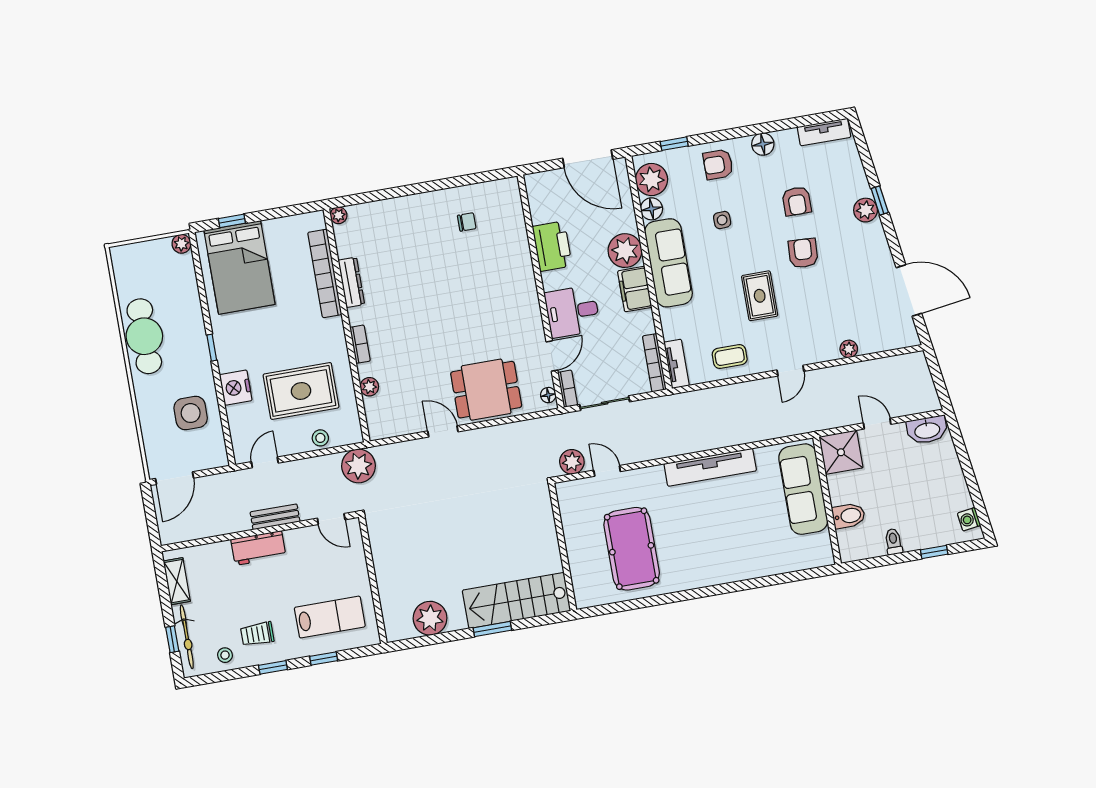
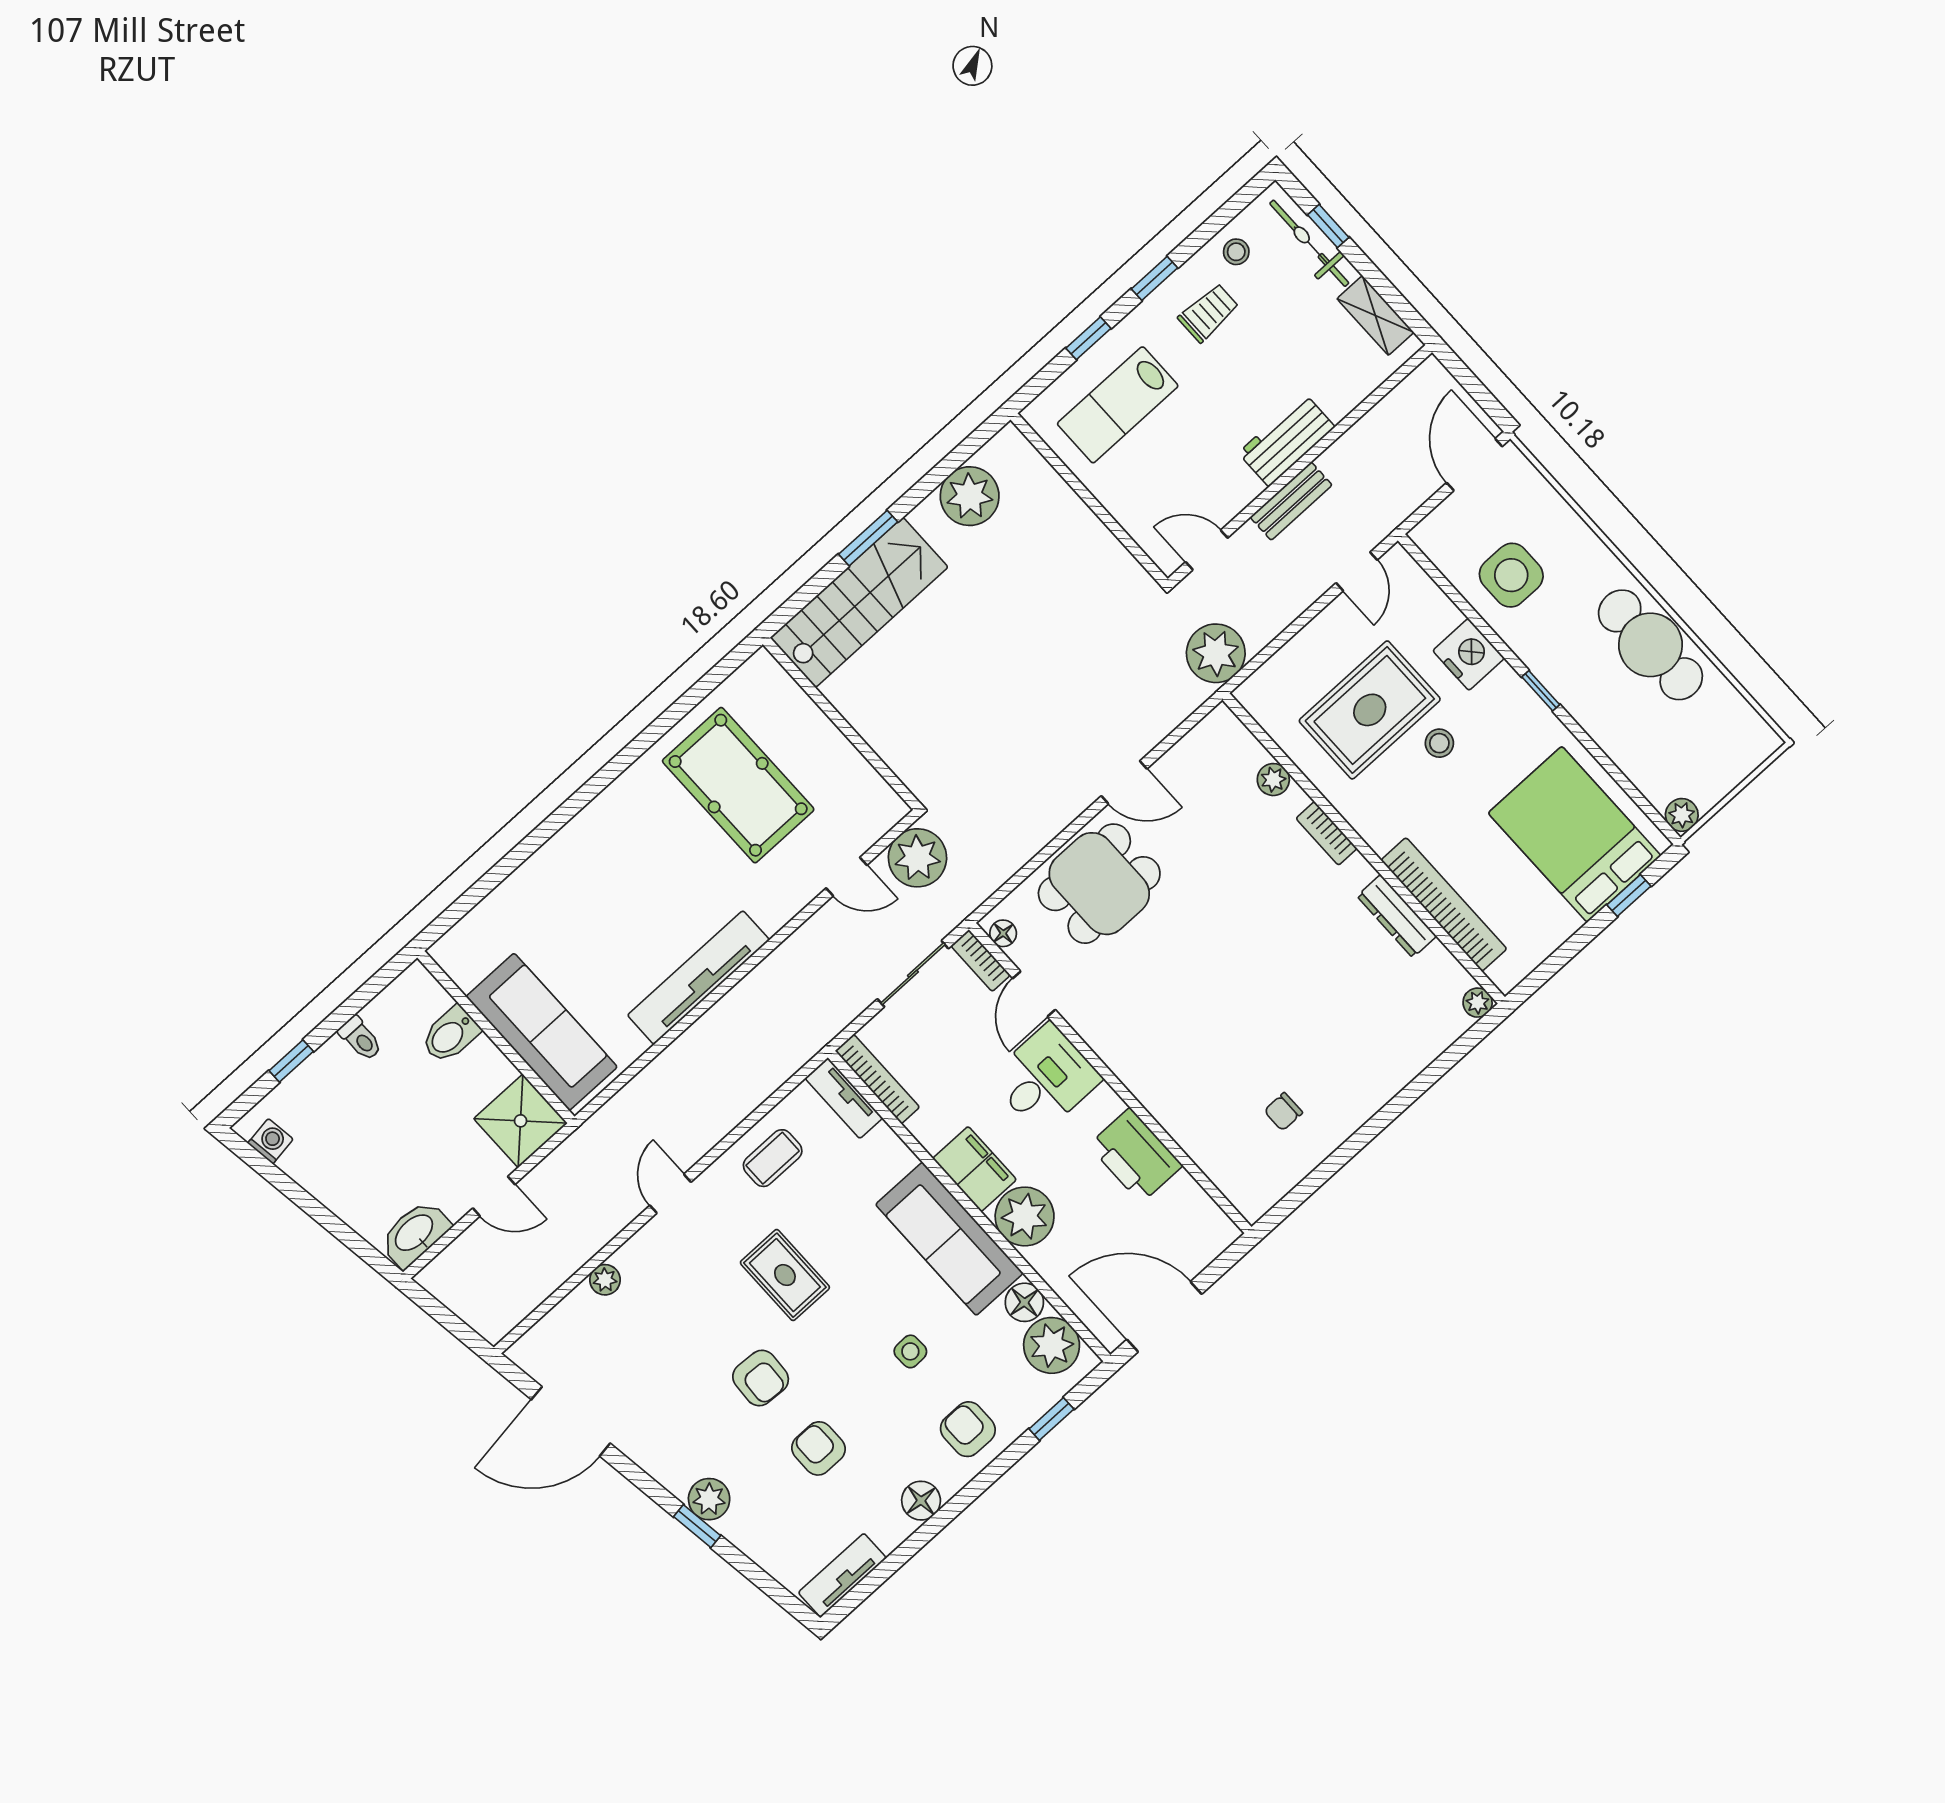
armchair: (718, 164) -> (968, 1429), turned -90
stool: (320, 438) -> (1439, 743), moved
plant: (572, 462) -> (917, 858), width x1.36, depth x1.36

